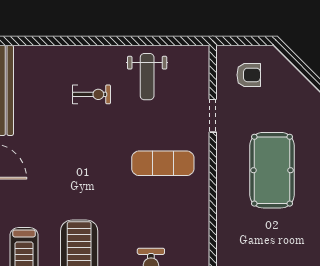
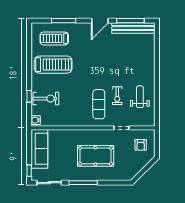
weight bench: (147, 77) -> (140, 97), turned 90
exercise bike: (91, 94) -> (117, 96), moved

